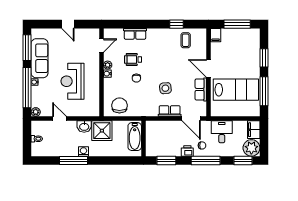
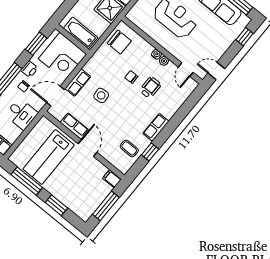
window: (47, 24) -> (244, 37), added
door: (68, 24) -> (216, 71), moved
row of seats: (135, 34) -> (156, 127), moved
door: (208, 68) -> (87, 148), hinge flipped
corner desk: (161, 136) -> (62, 57), added

